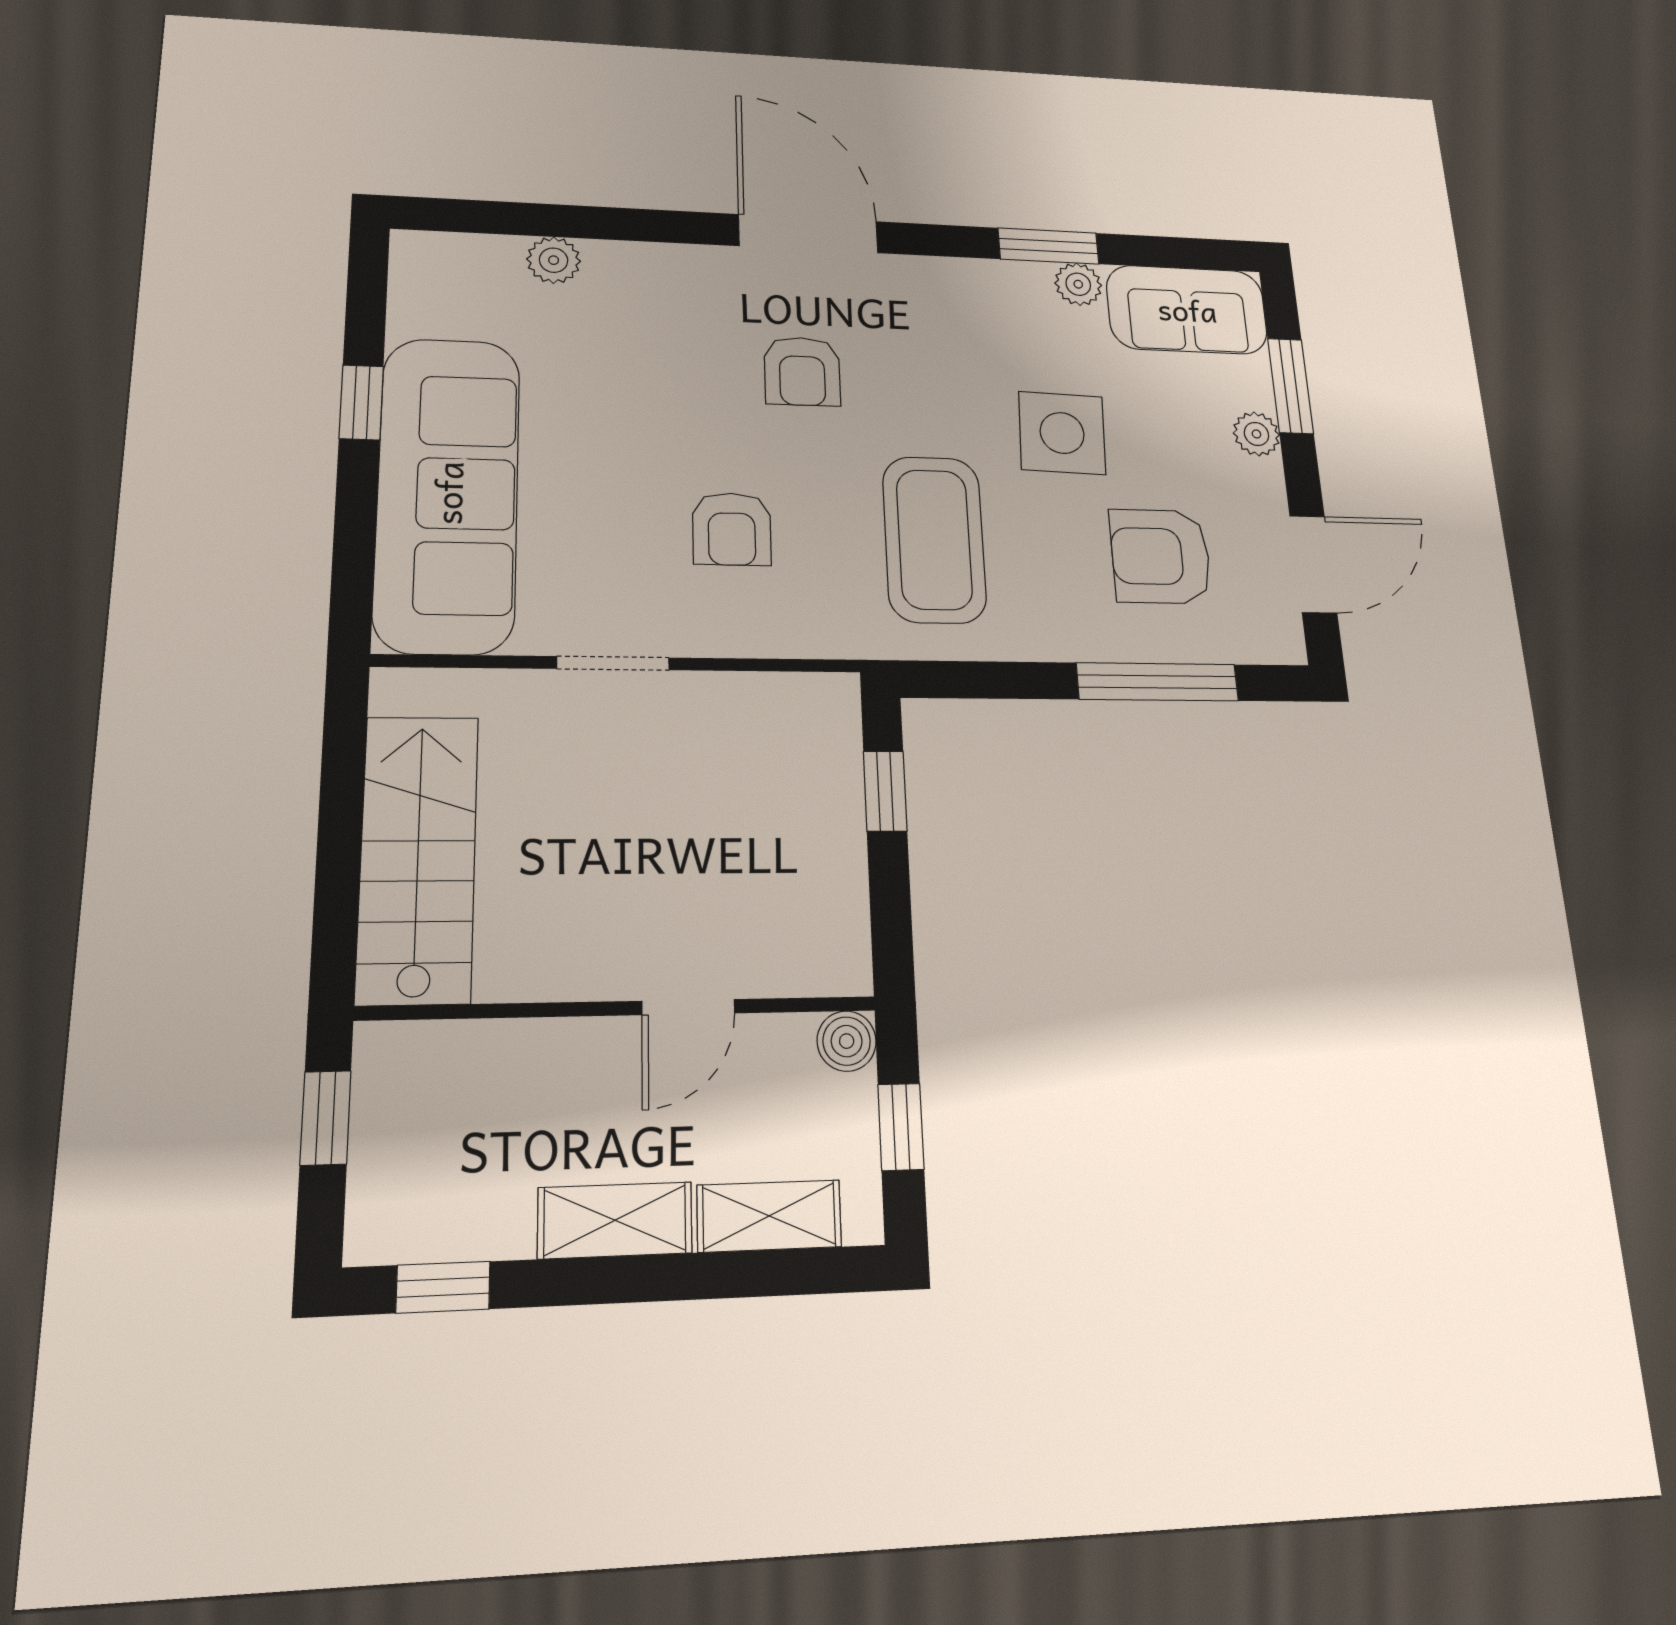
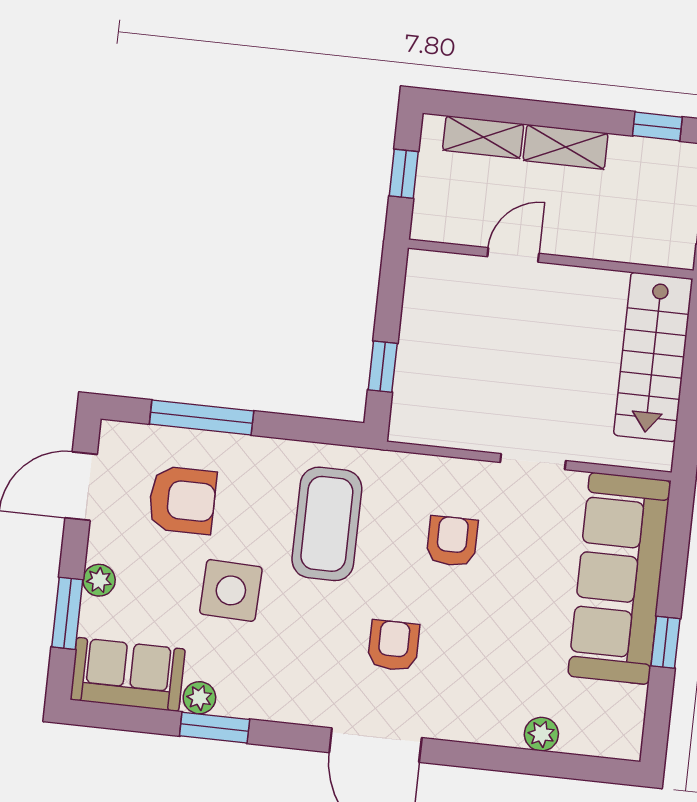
boiler: (847, 1041) -> (427, 225), removed

